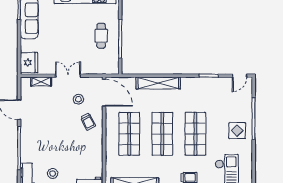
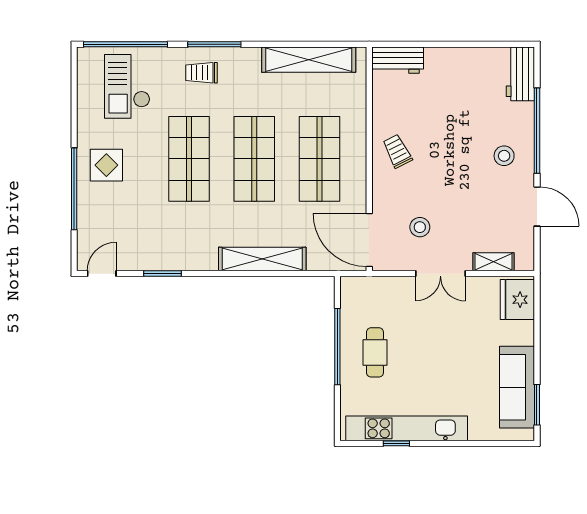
trolley: (88, 122) -> (397, 151), moved
stool: (53, 173) -> (504, 156), moved

